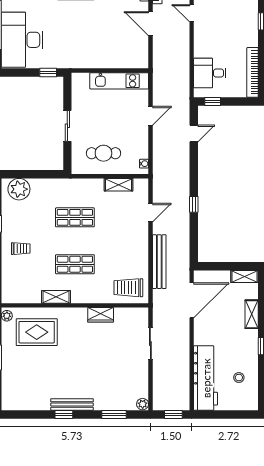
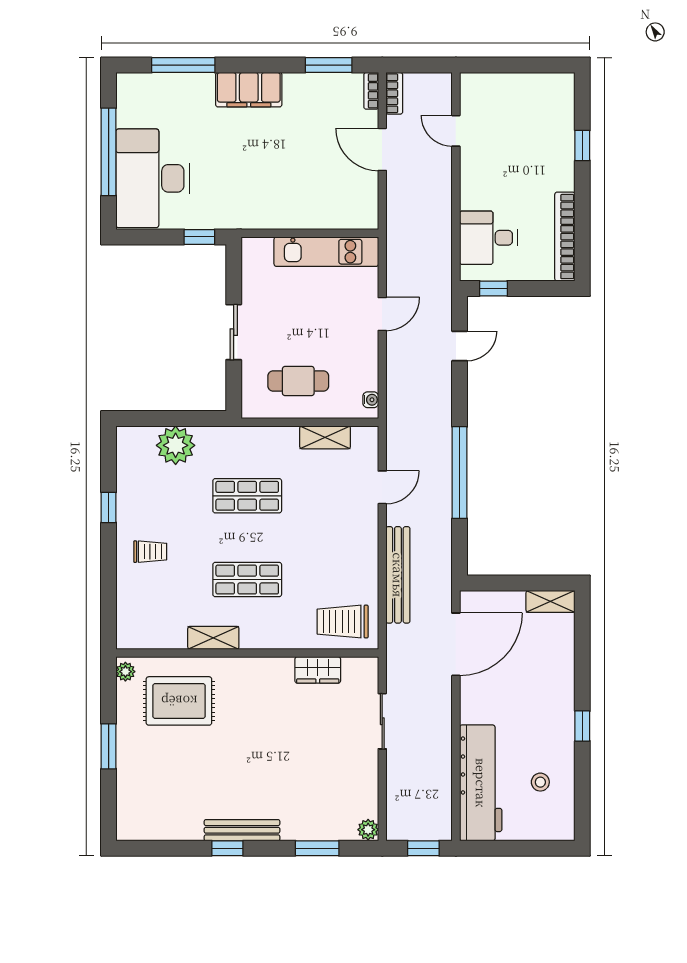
plant: (19, 189) -> (176, 445), moved
window: (194, 204) -> (460, 473), width x3.17
shelving: (252, 314) -> (563, 669), removed
wardrobe: (101, 315) -> (318, 670), moved

